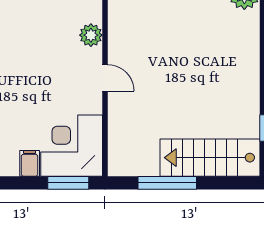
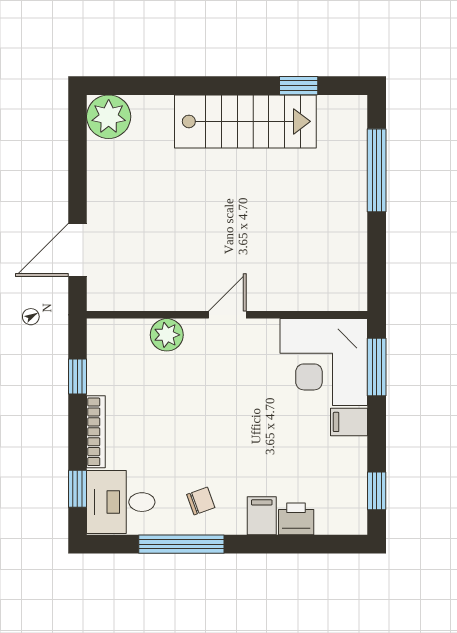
stairs: (210, 158) -> (245, 121), moved, turned -90
window: (167, 183) -> (377, 170), moved

